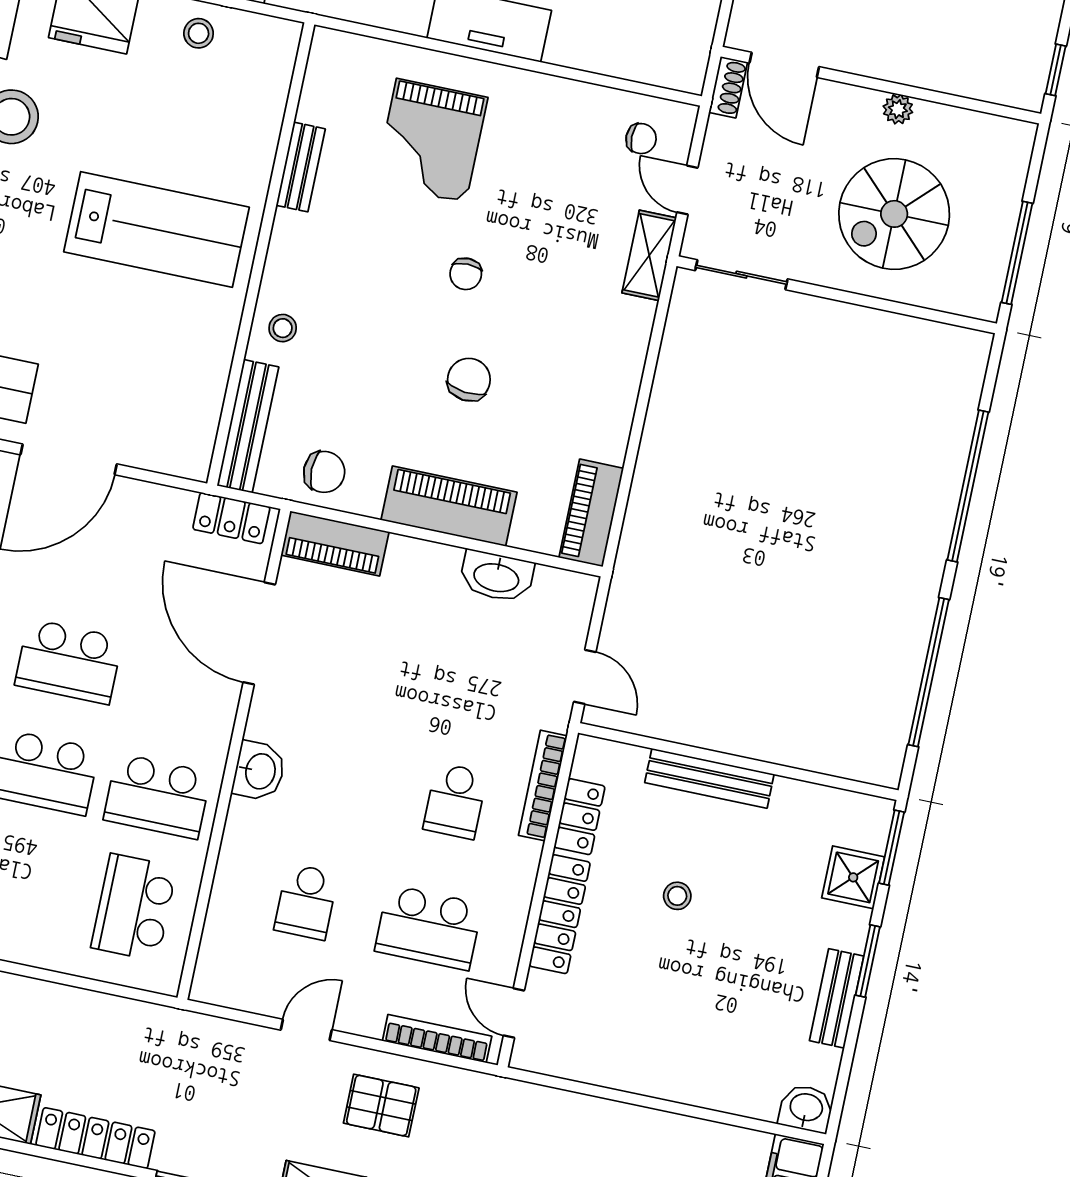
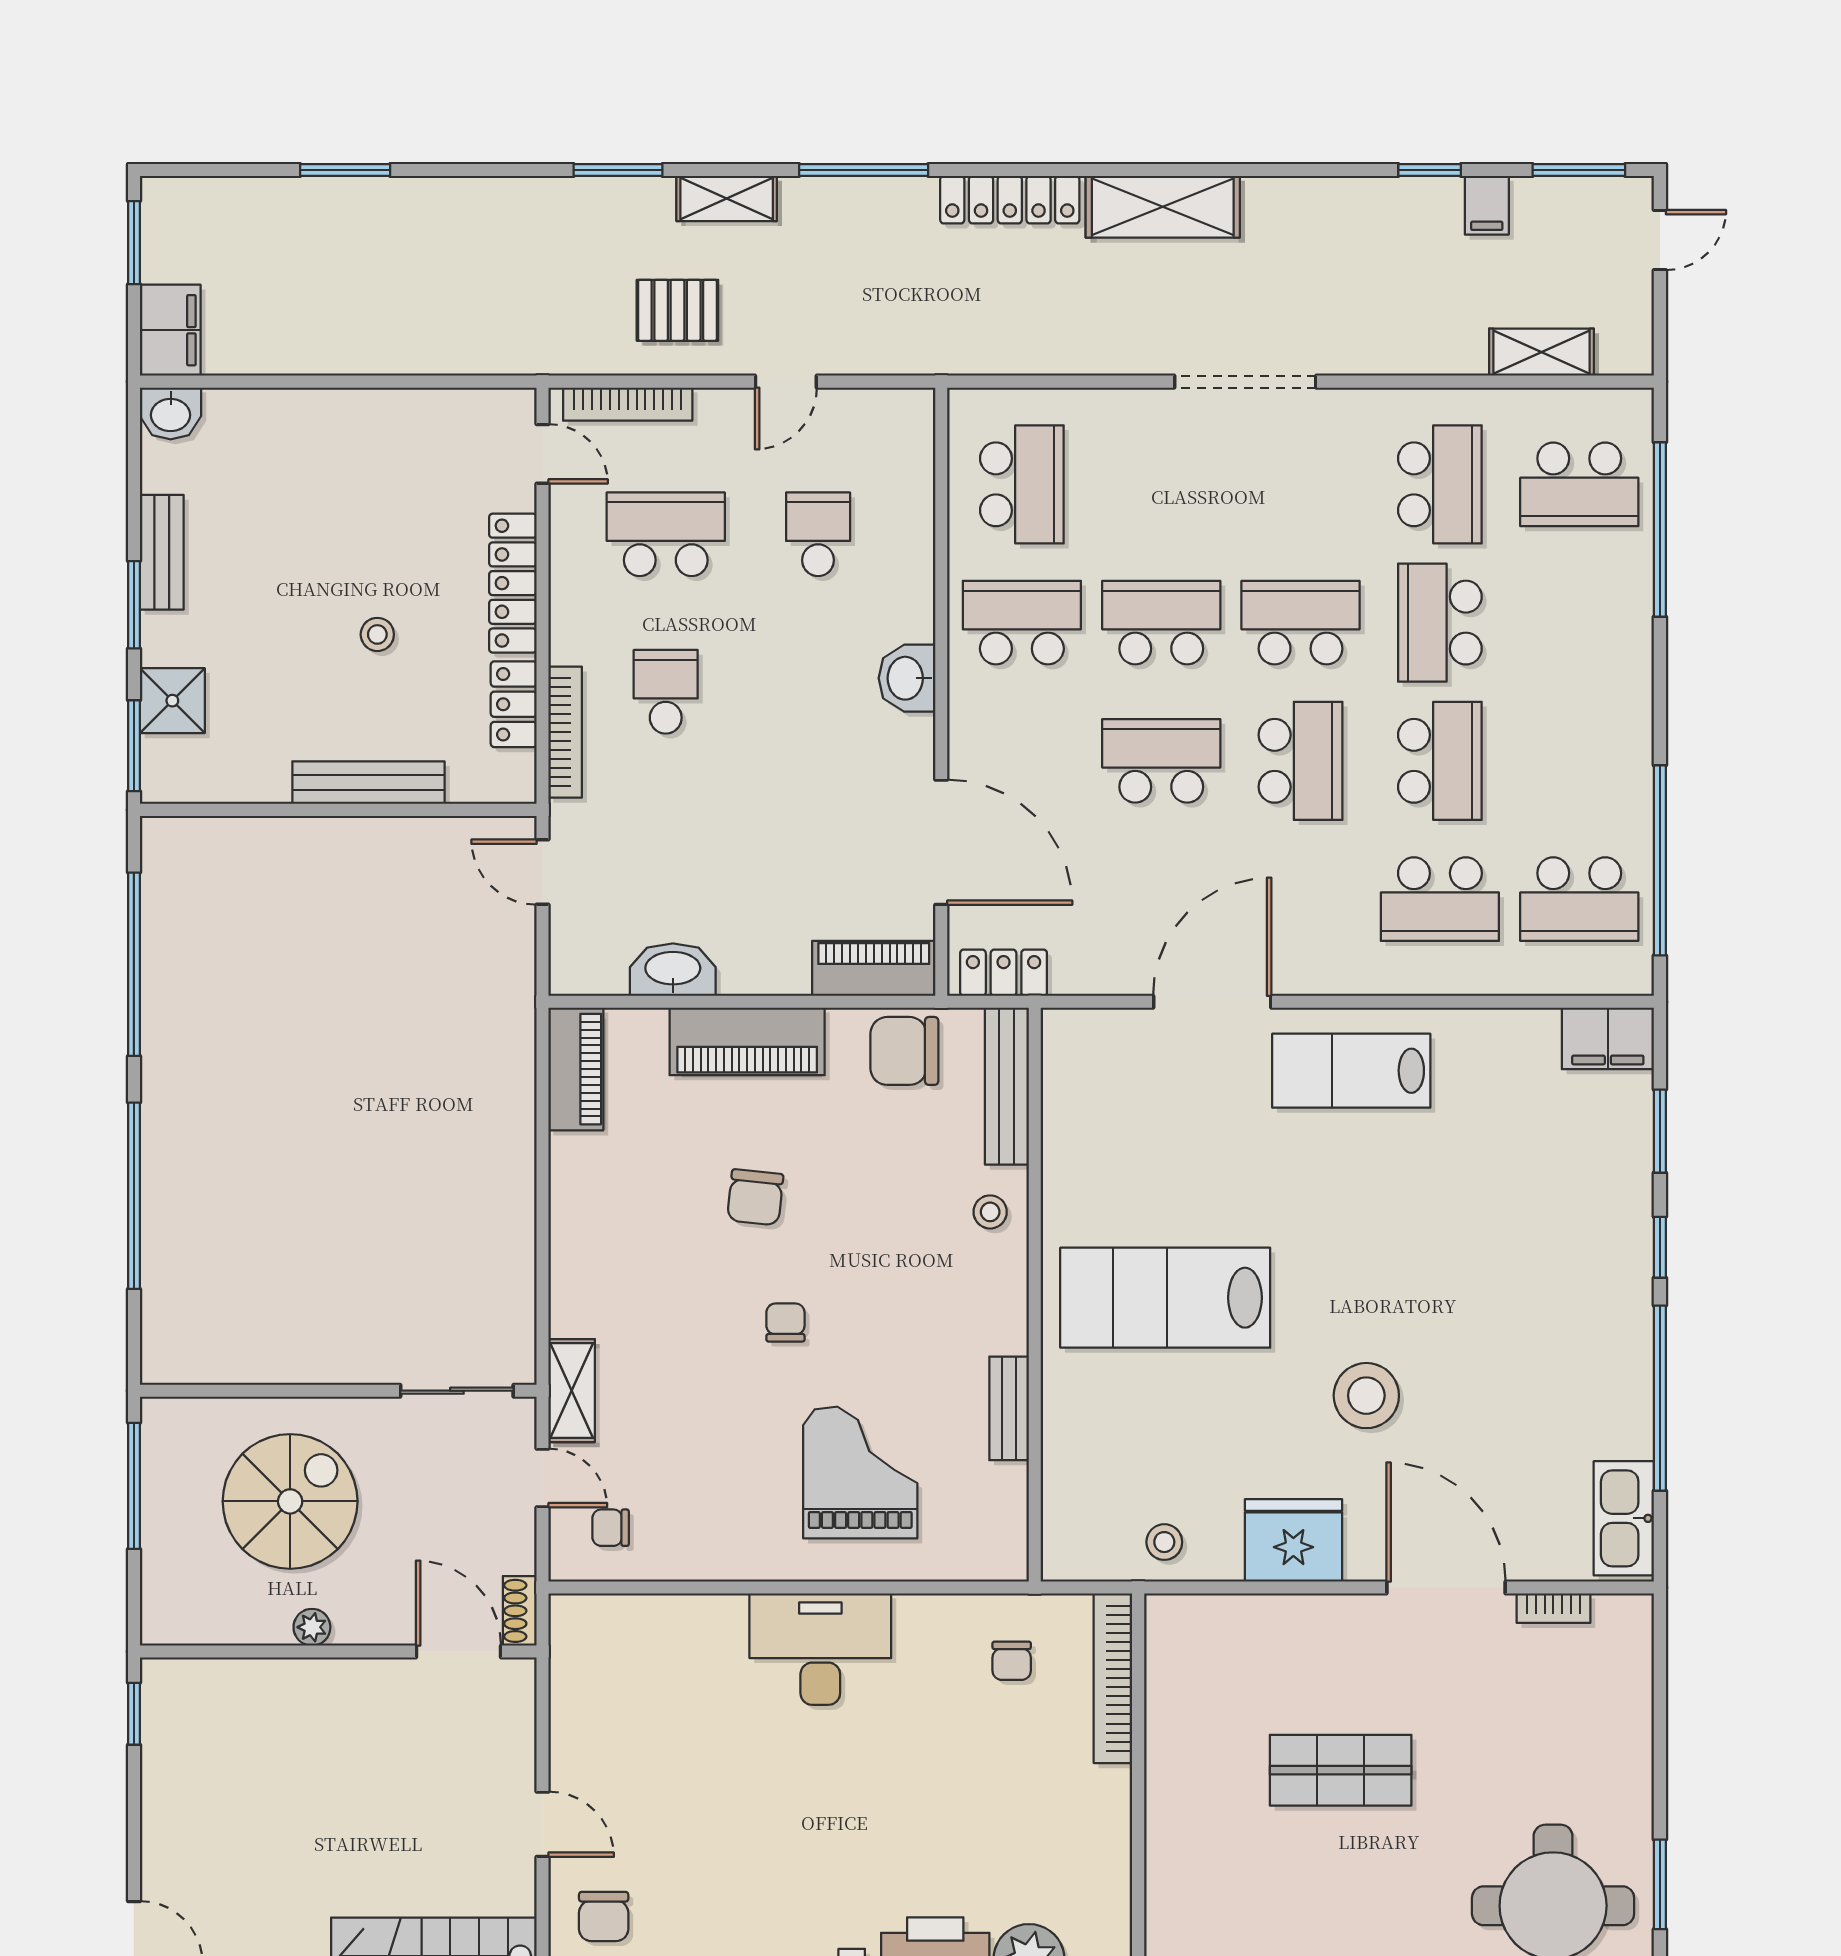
chair: (324, 472) -> (904, 1051), width x1.37, depth x1.37

